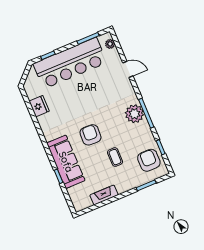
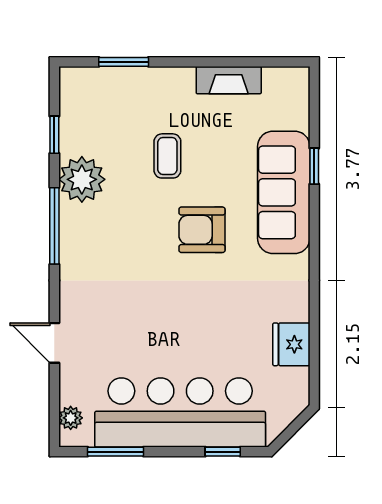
plant: (134, 114) -> (82, 179), moved
armchair: (90, 135) -> (202, 230), turned 87
armchair: (149, 160) -> (93, 116), removed

